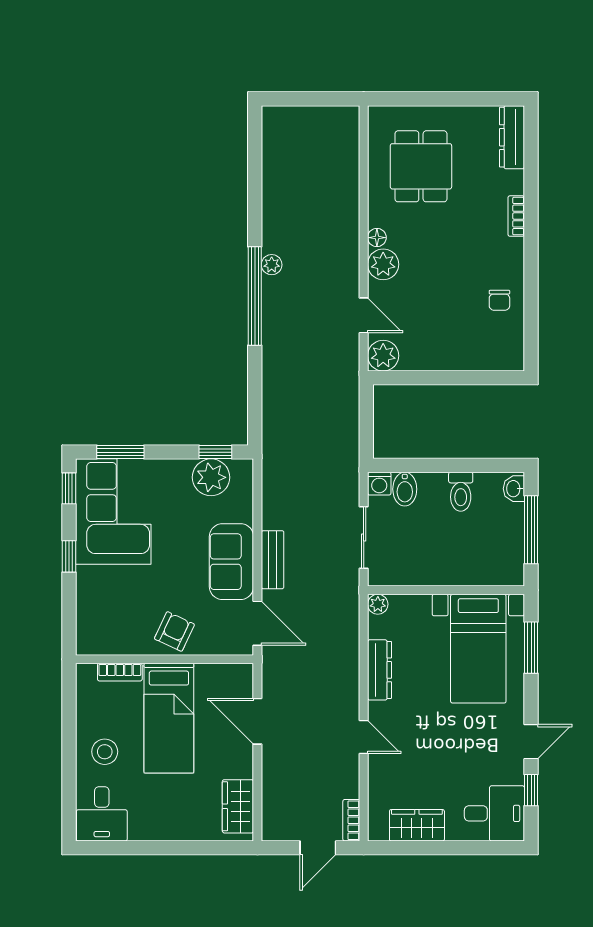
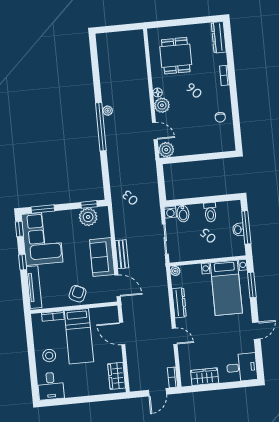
washbasin: (514, 489) -> (238, 230), moved
tv unit: (87, 610) -> (34, 287), added
window: (531, 790) -> (259, 354), removed

